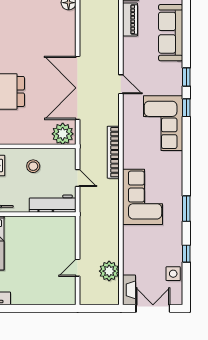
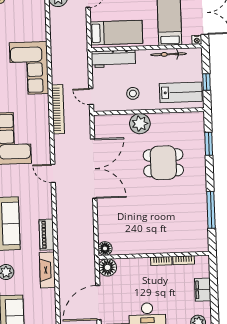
plant: (63, 134) -> (140, 124), moved
door: (78, 178) -> (91, 97), moved
bed: (48, 231) -> (116, 33), added

